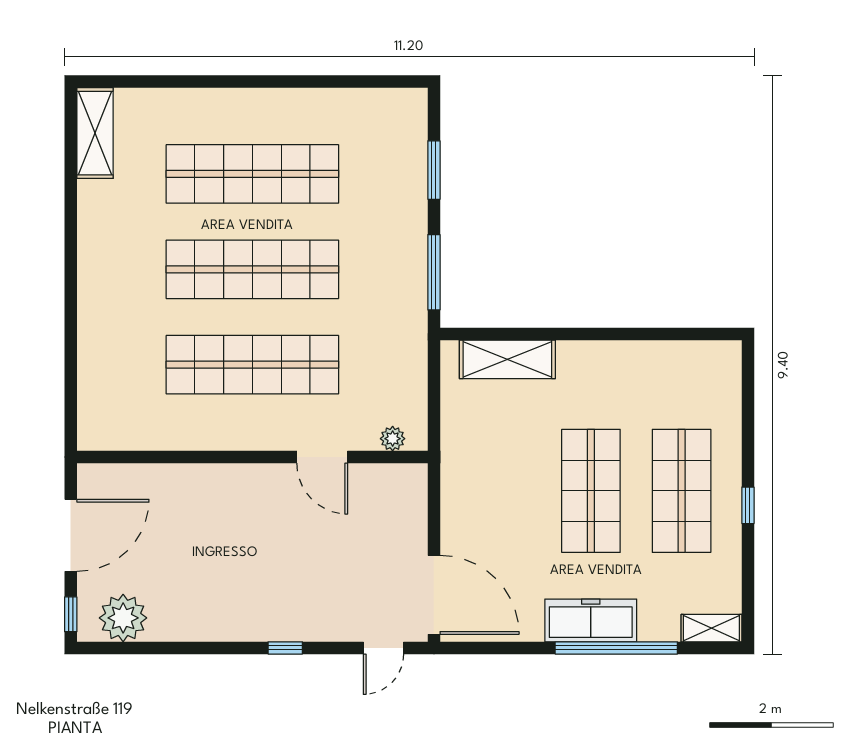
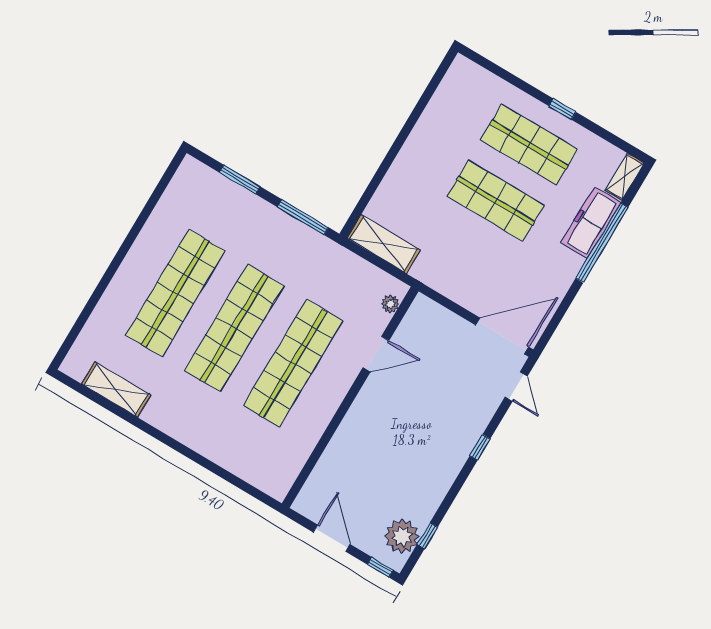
shelving: (95, 133) -> (116, 389), moved
shelving: (507, 359) -> (384, 244), moved, turned 90
door: (71, 535) -> (332, 538), width x0.73
freezer: (591, 620) -> (591, 223), moved
window: (142, 648) -> (427, 536), added

